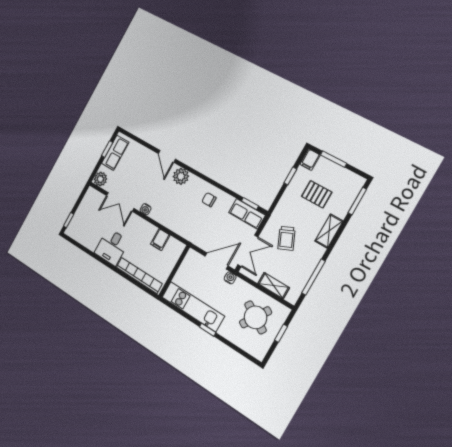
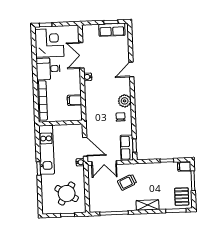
plant: (181, 176) -> (125, 101), moved
plant: (100, 179) -> (88, 30), removed
pallet: (317, 194) -> (182, 197), moved
corner desk: (88, 228) -> (49, 43), added
shelving: (274, 286) -> (93, 192), removed

